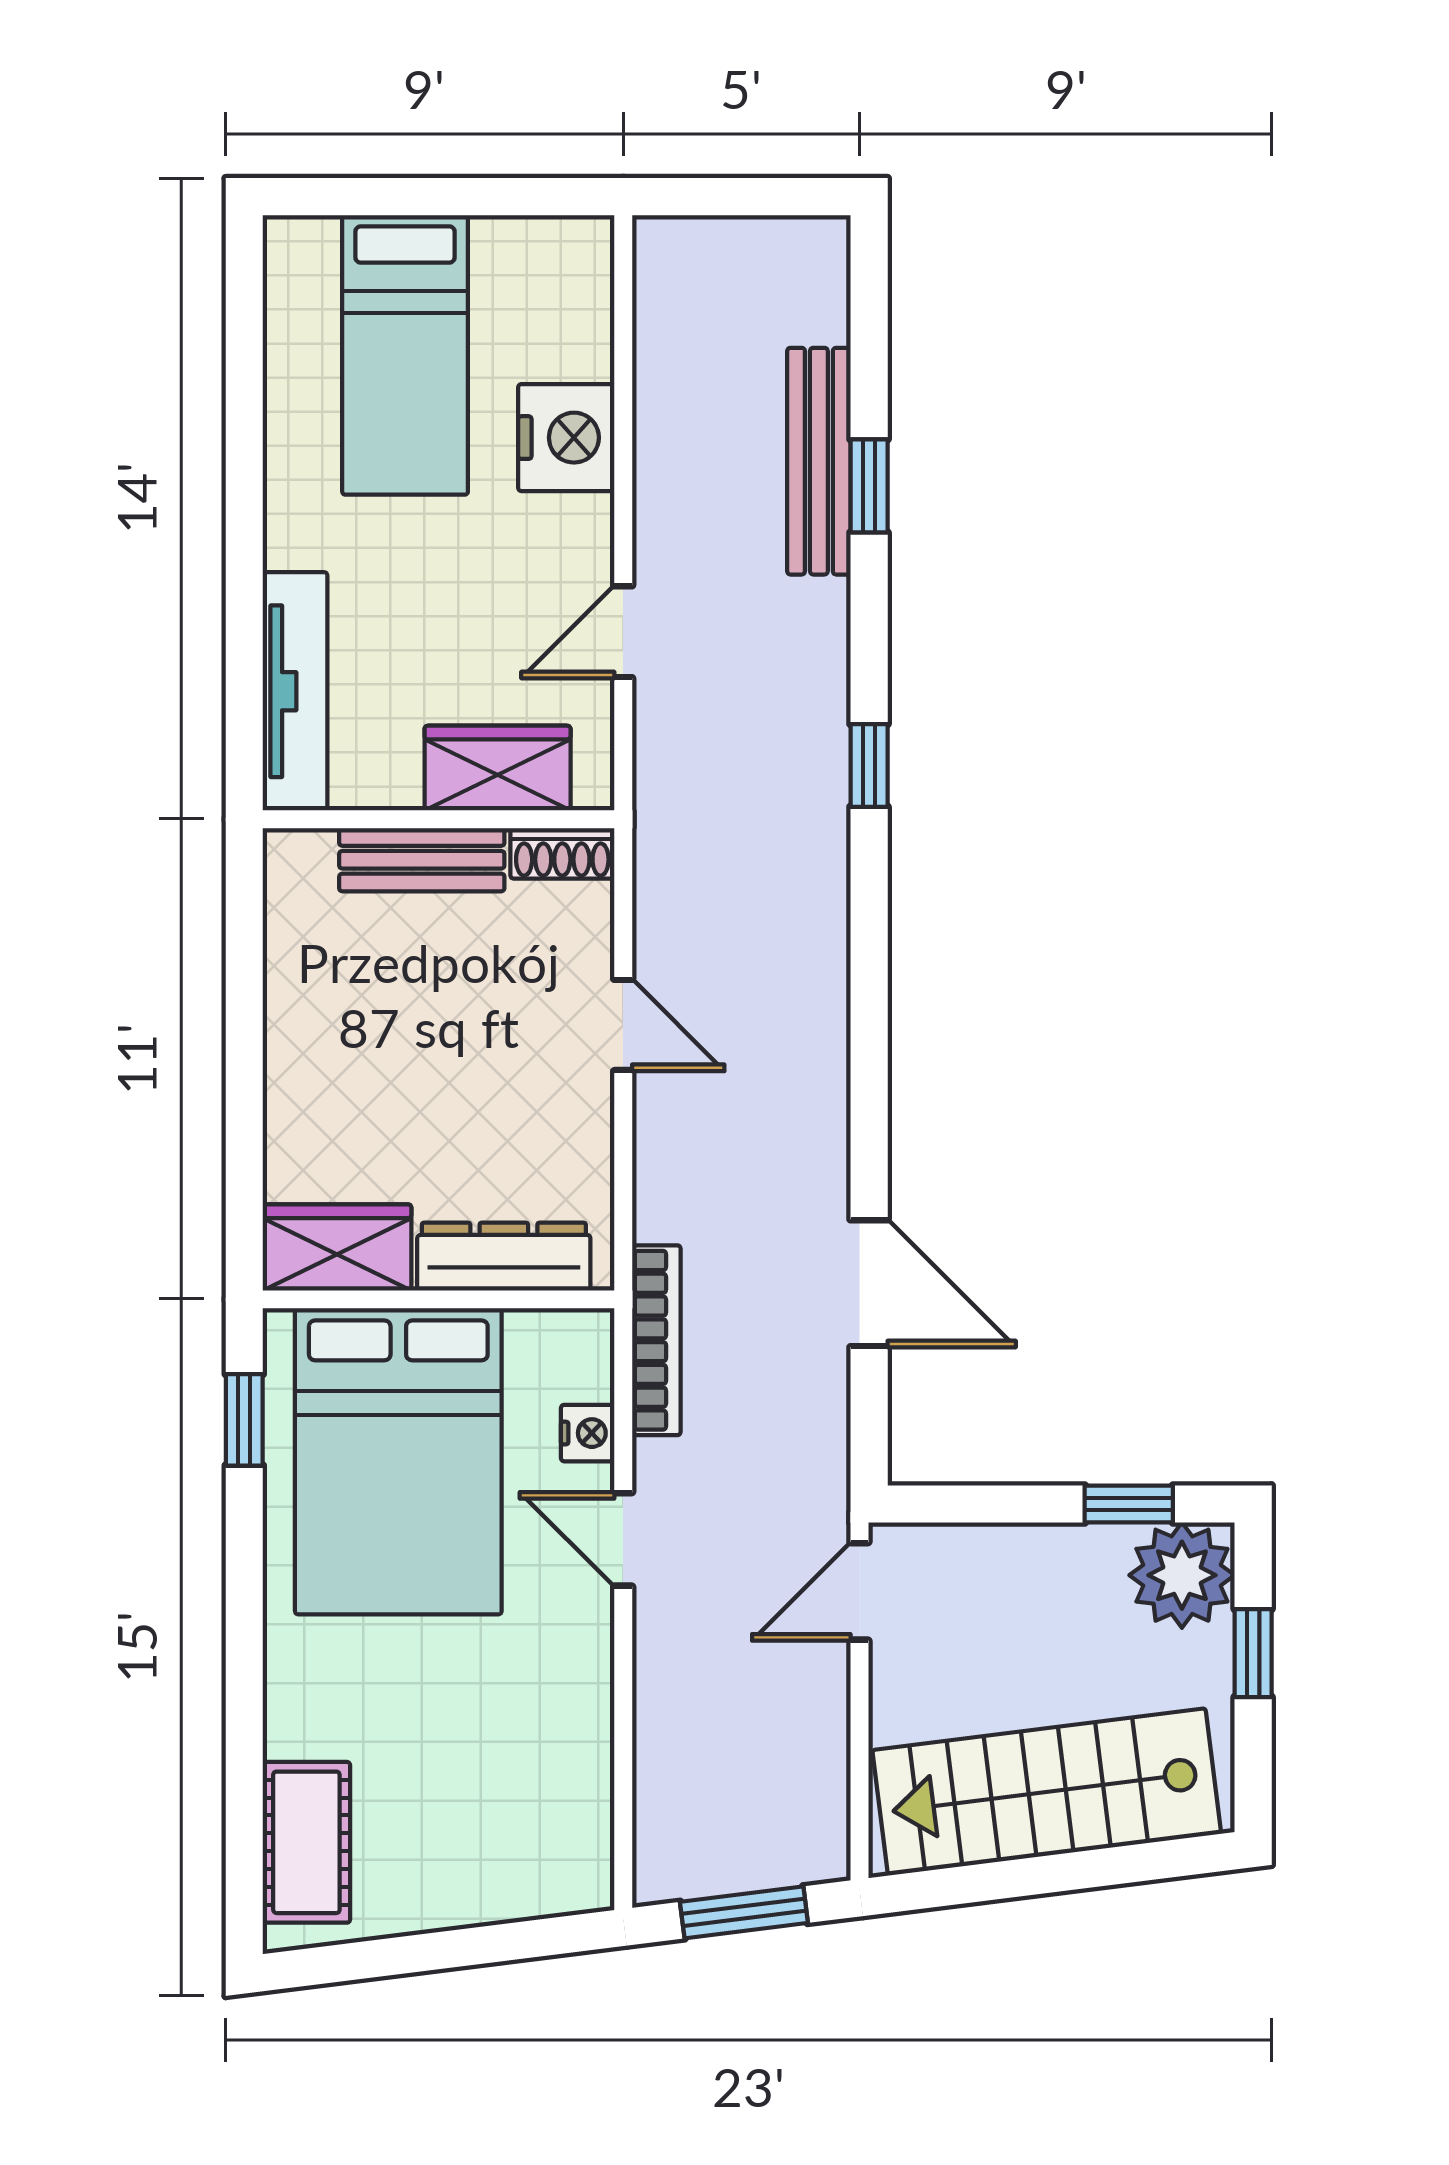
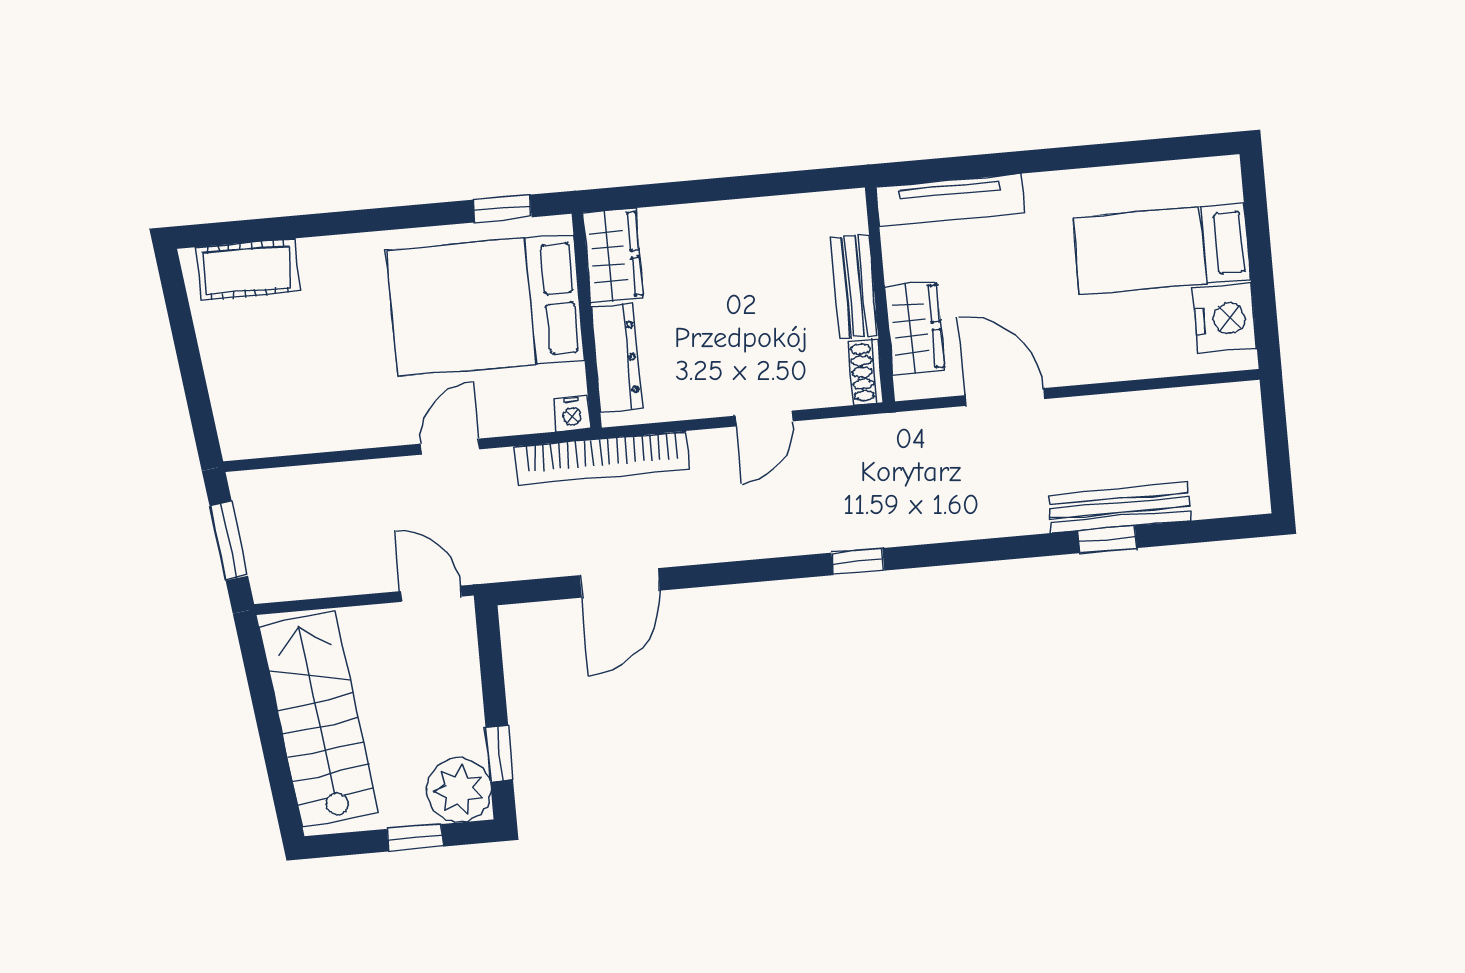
nightstand: (566, 438) -> (1225, 318), moved, turned -90
door: (623, 632) -> (1005, 397), width x1.38
window: (869, 765) -> (858, 562), moved
bookcase: (656, 1340) -> (602, 458), width x1.48, depth x1.31
nightstand: (588, 1433) -> (572, 414), moved

